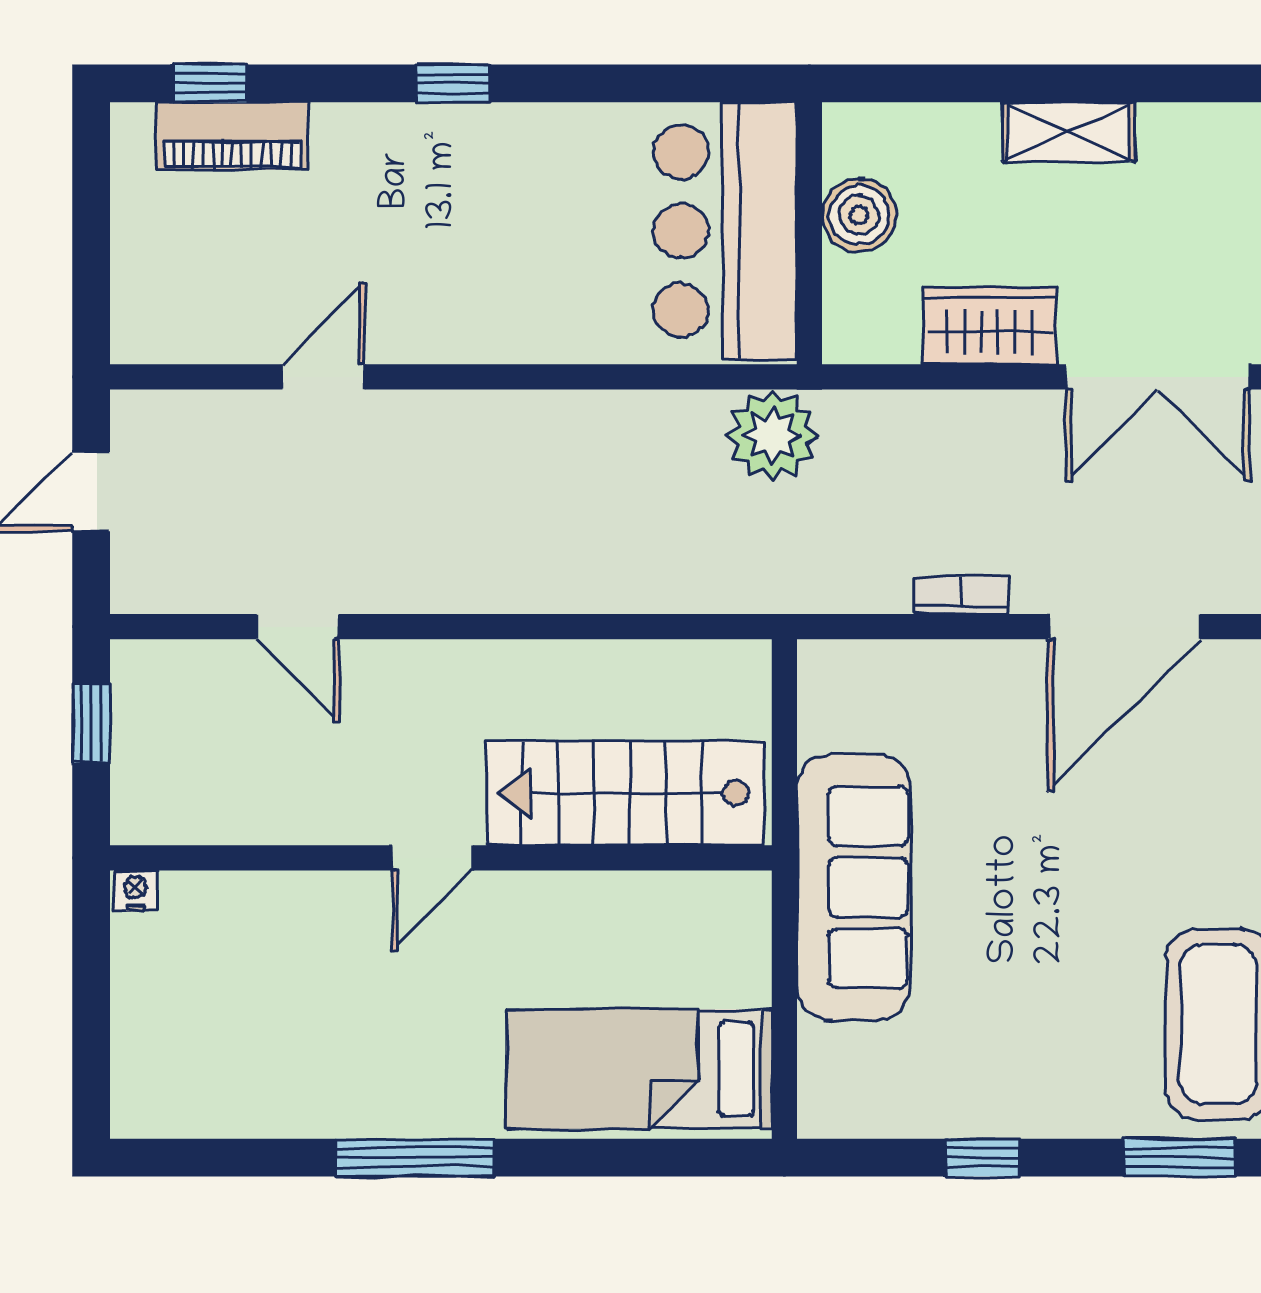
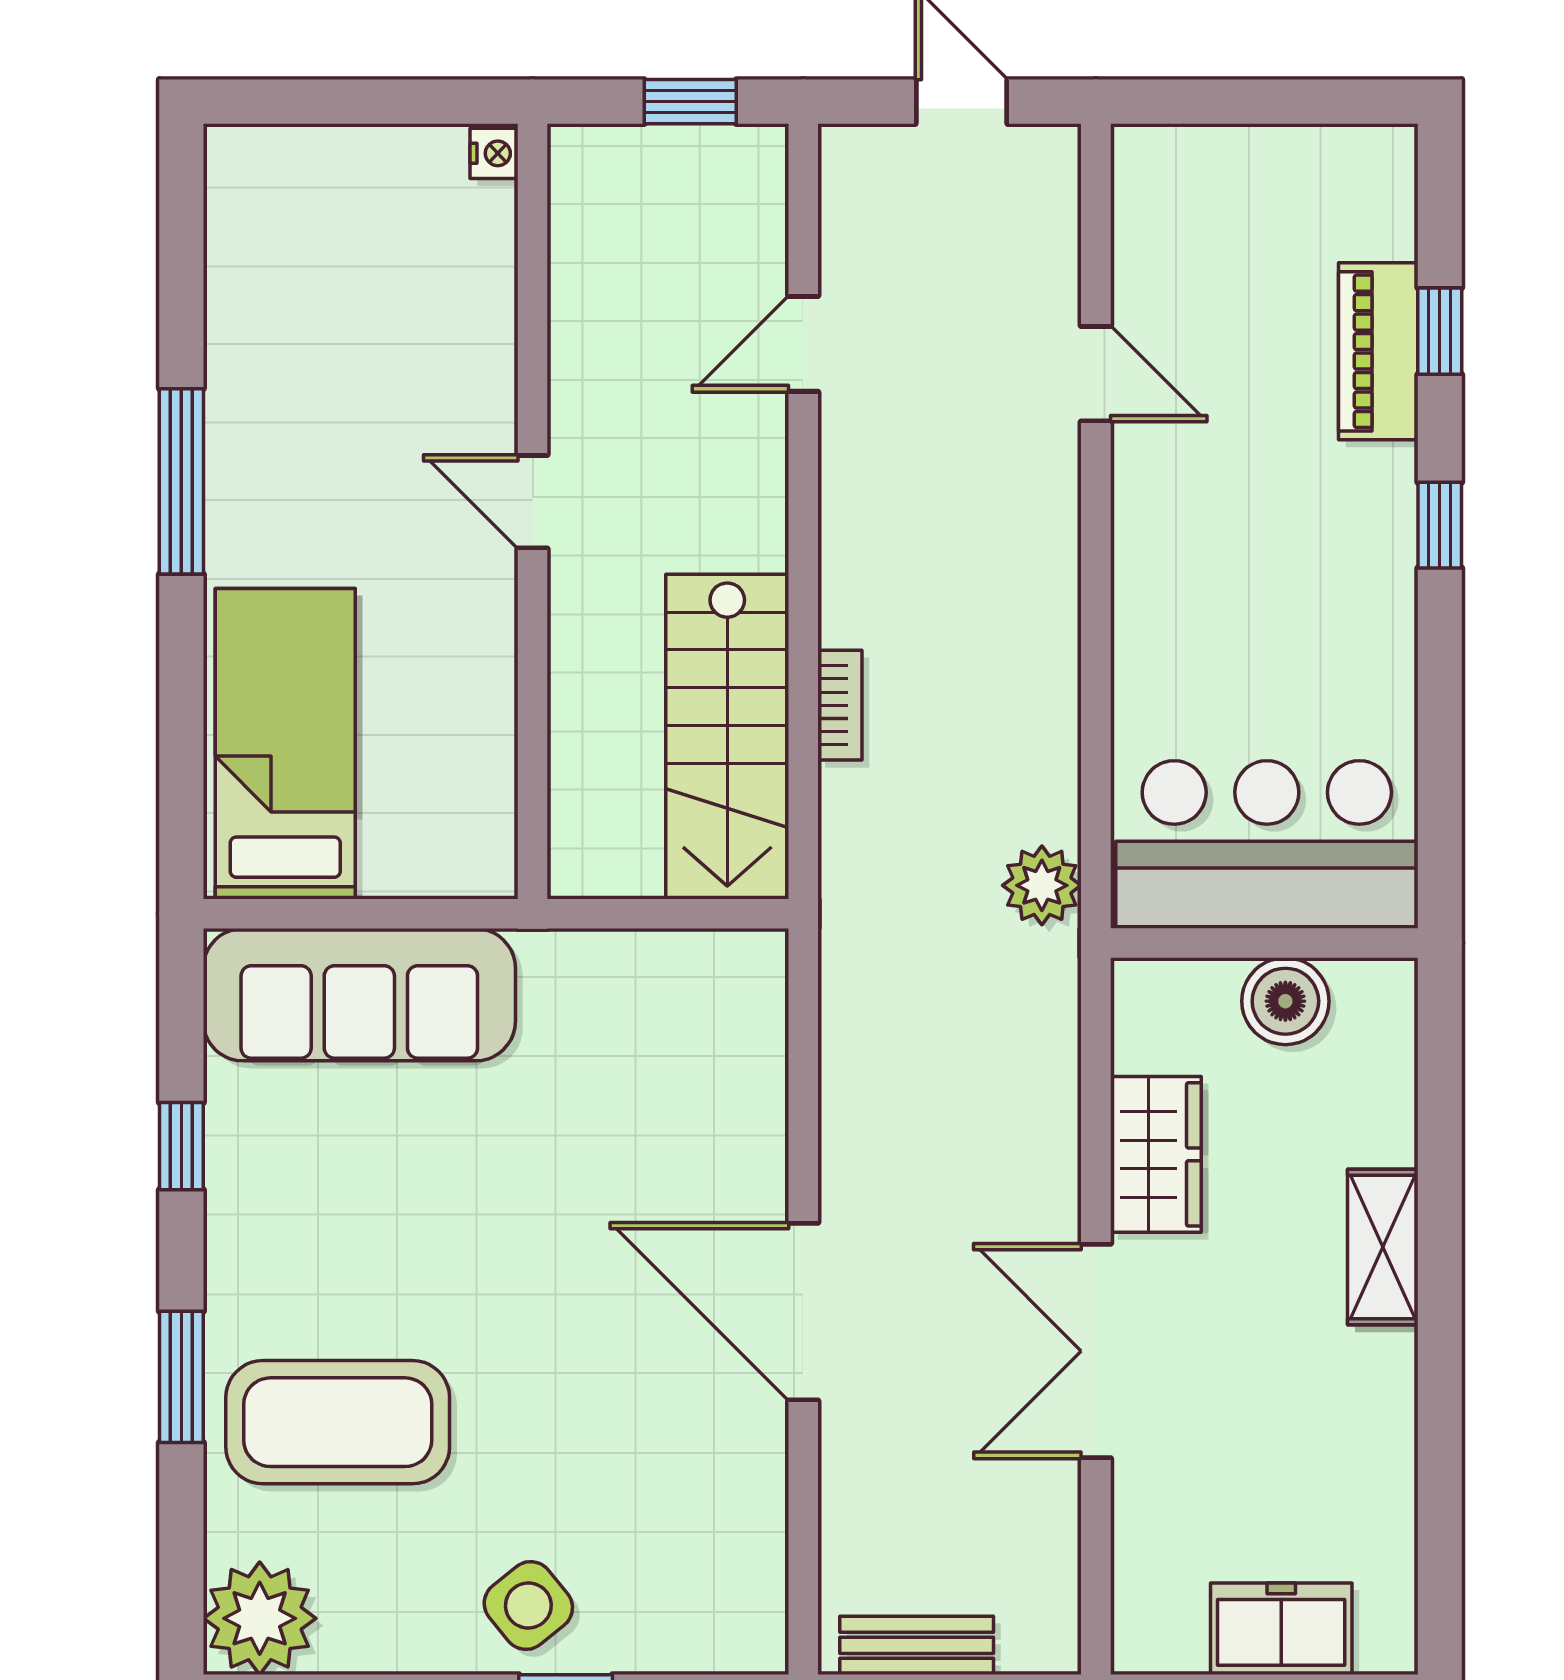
window: (210, 83) -> (1440, 331), moved
piano: (232, 136) -> (1378, 351), moved
plant: (772, 435) -> (1042, 885), width x0.73, depth x0.73
bookcase: (961, 595) -> (840, 705), moved
stairs: (625, 793) -> (727, 737), moved, turned 180
sofa: (854, 887) -> (359, 995), moved

